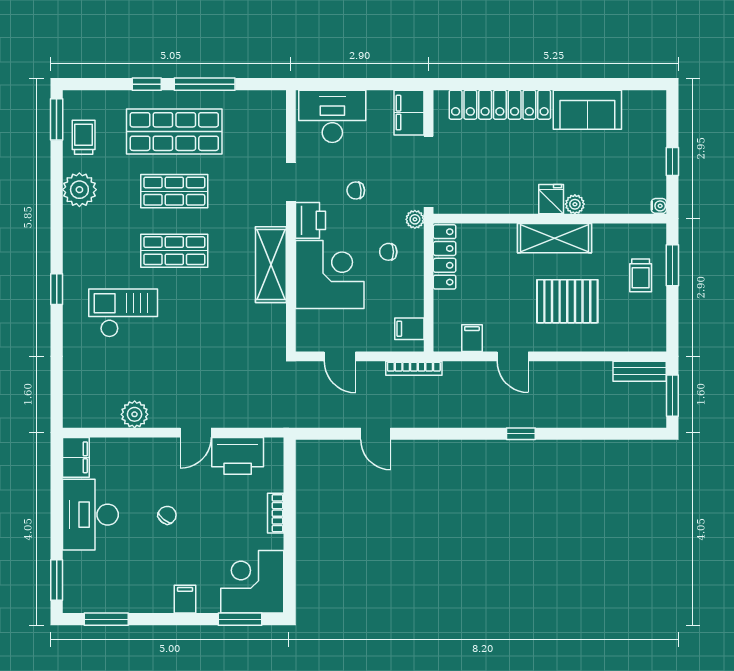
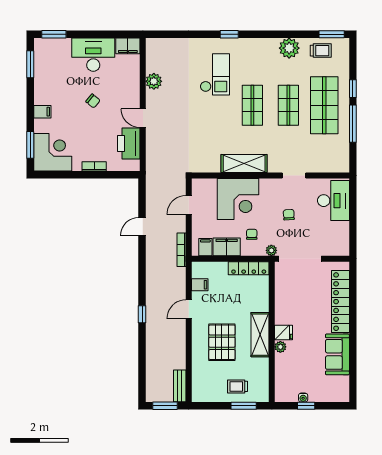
filing cabinet: (409, 113) -> (227, 247), moved
water cooler: (659, 206) -> (303, 398), moved
printer: (310, 220) -> (271, 187), removed

